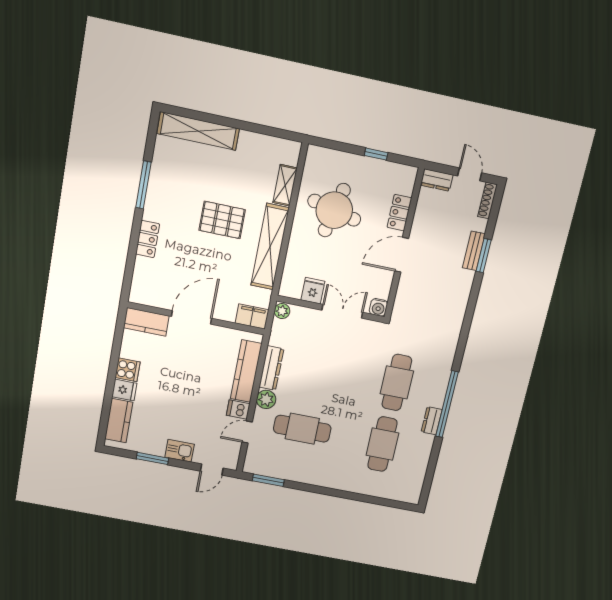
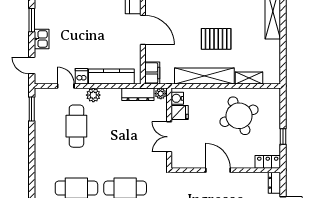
round table: (334, 210) -> (239, 116), turned -36
locker: (399, 213) -> (268, 162), moved
pallet: (222, 220) -> (216, 39), turned 90
water cooler: (378, 307) -> (177, 98), moved
double door: (342, 311) -> (169, 137), swing flipped
dresser: (271, 368) -> (138, 94), moved

